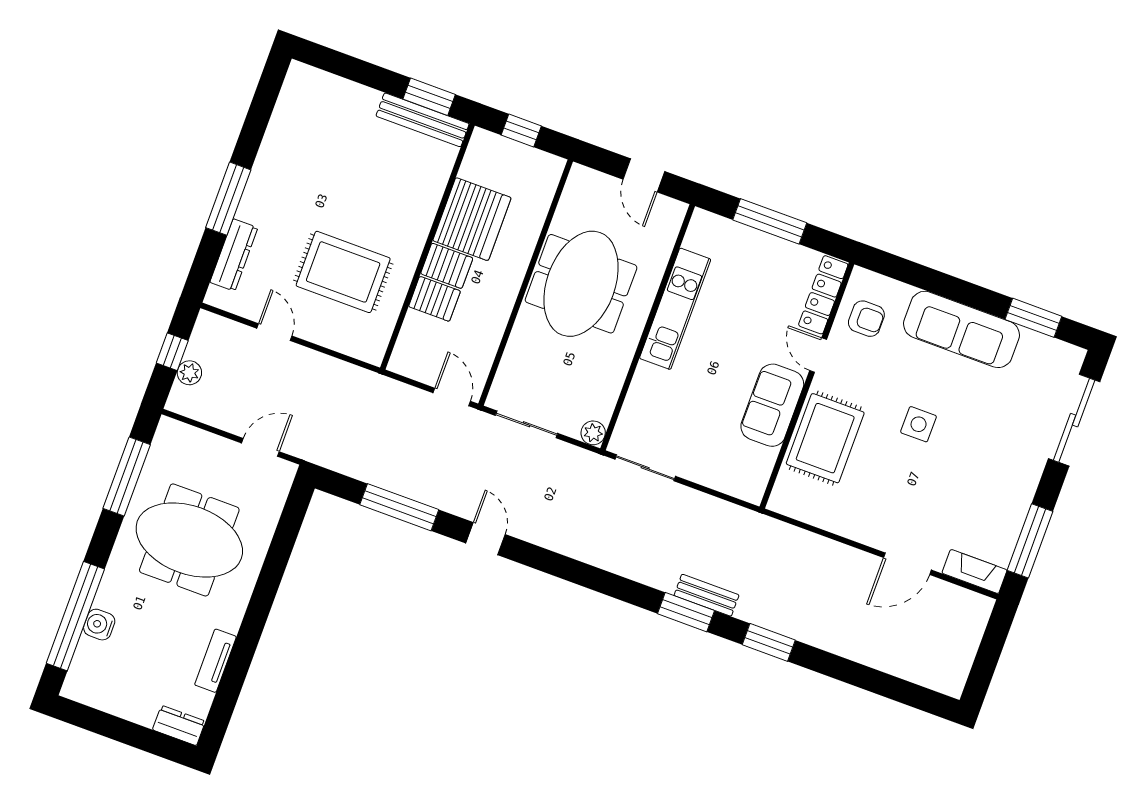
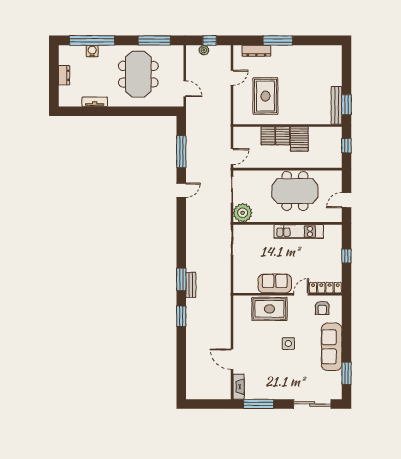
server rack: (472, 219) -> (299, 139), width x0.62
window: (770, 221) -> (346, 256), width x0.46
plant: (593, 433) -> (243, 213), width x1.87, depth x1.87
dresser: (179, 725) -> (64, 75), moved

